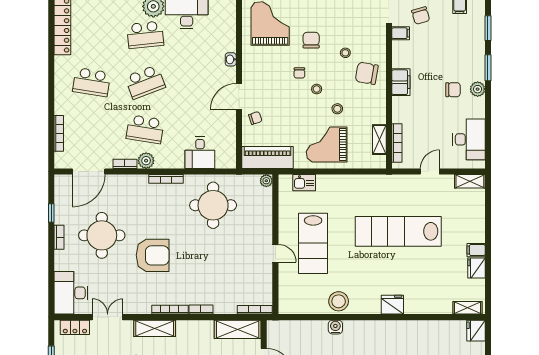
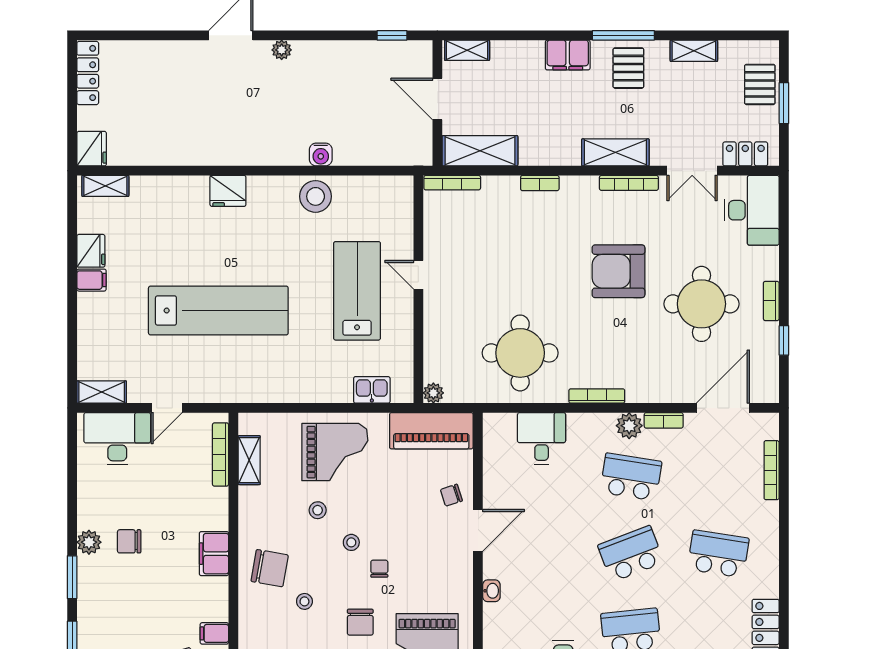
desk: (469, 139) -> (117, 439), moved, turned 90
bookcase: (170, 310) -> (629, 183), moved

